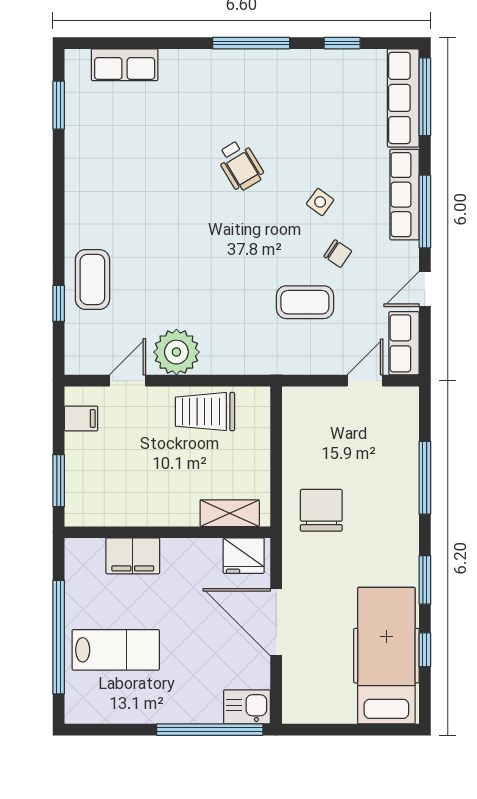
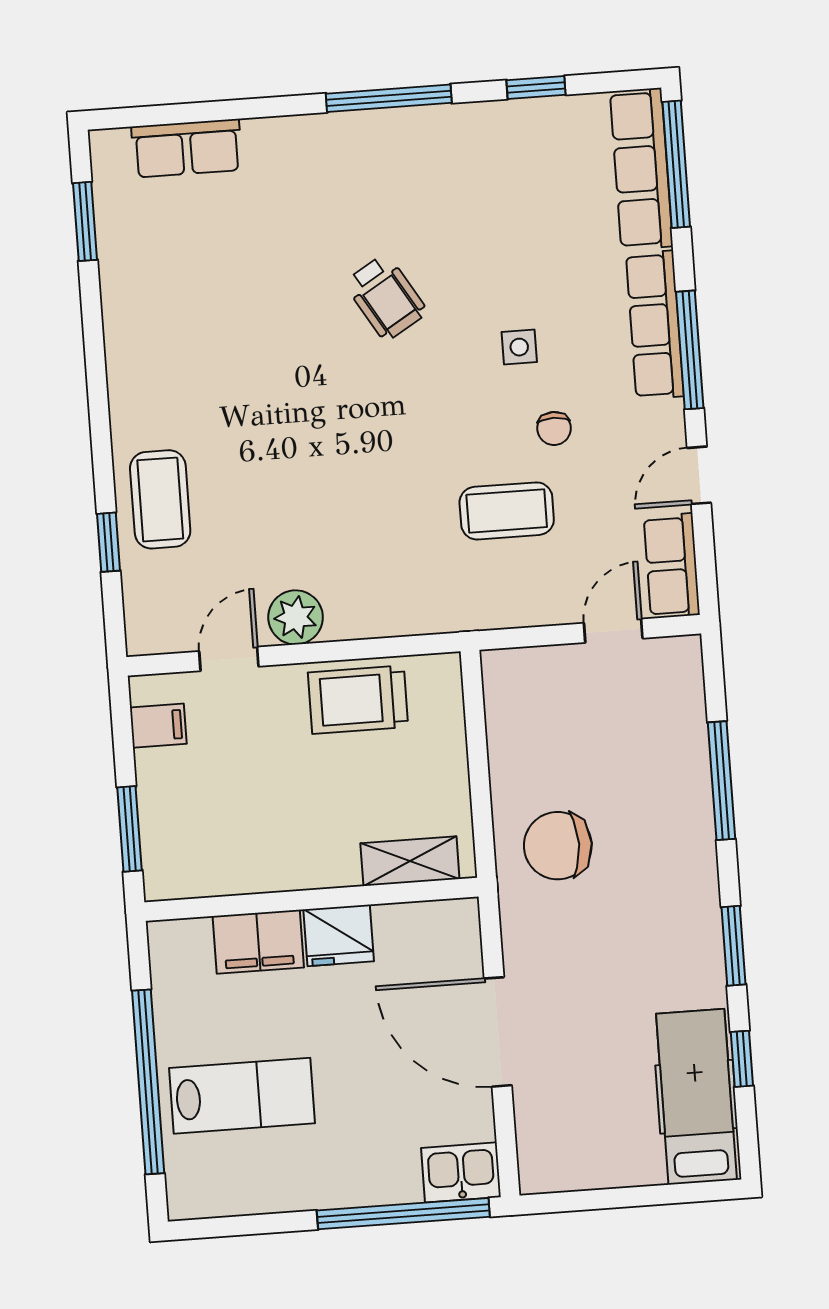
side table: (320, 202) -> (519, 347), turned -36
chair: (338, 254) -> (554, 428), turned 56
plant: (176, 352) -> (296, 617), width x0.73, depth x0.73
chair: (321, 510) -> (558, 846), turned -90
fridge: (244, 556) -> (339, 935), moved
hospital bed: (386, 656) -> (696, 1097), width x0.73, depth x0.78

